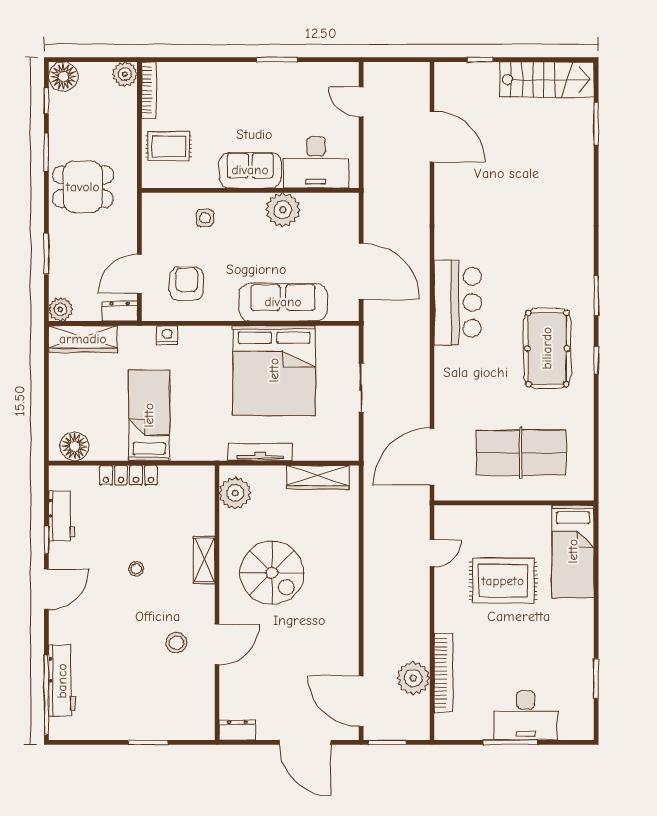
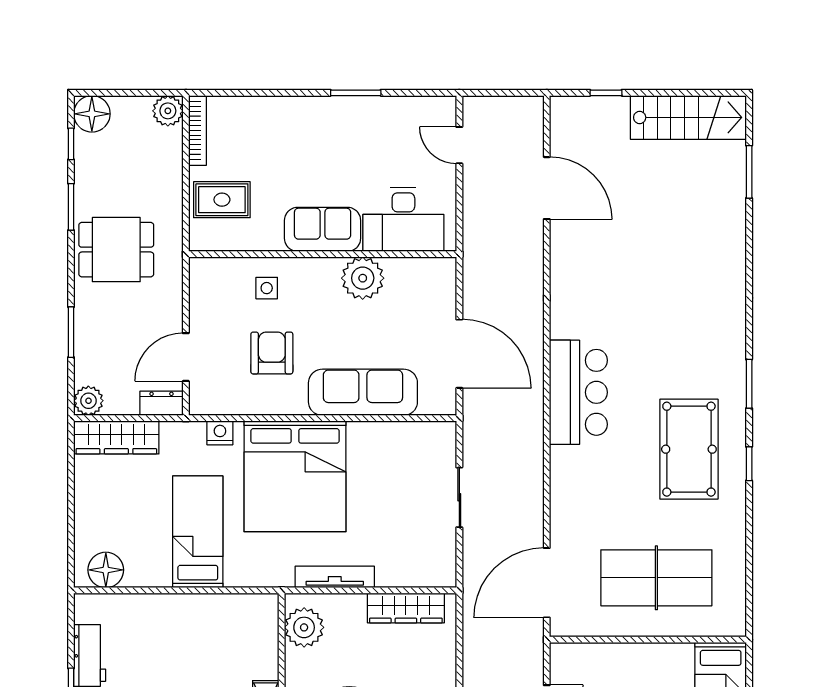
armchair: (187, 284) -> (272, 353), moved
bed: (274, 370) -> (295, 476), moved
locker: (128, 475) -> (172, 605), removed

